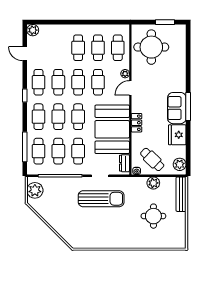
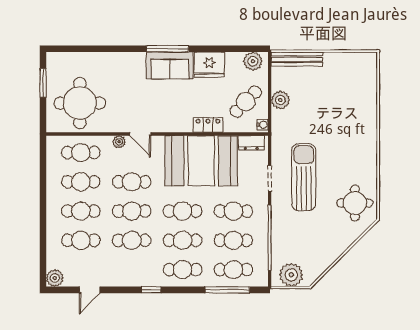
cafe table: (38, 82) -> (81, 240), moved
locker: (137, 123) -> (208, 125), moved
round table: (153, 216) -> (355, 203), moved

